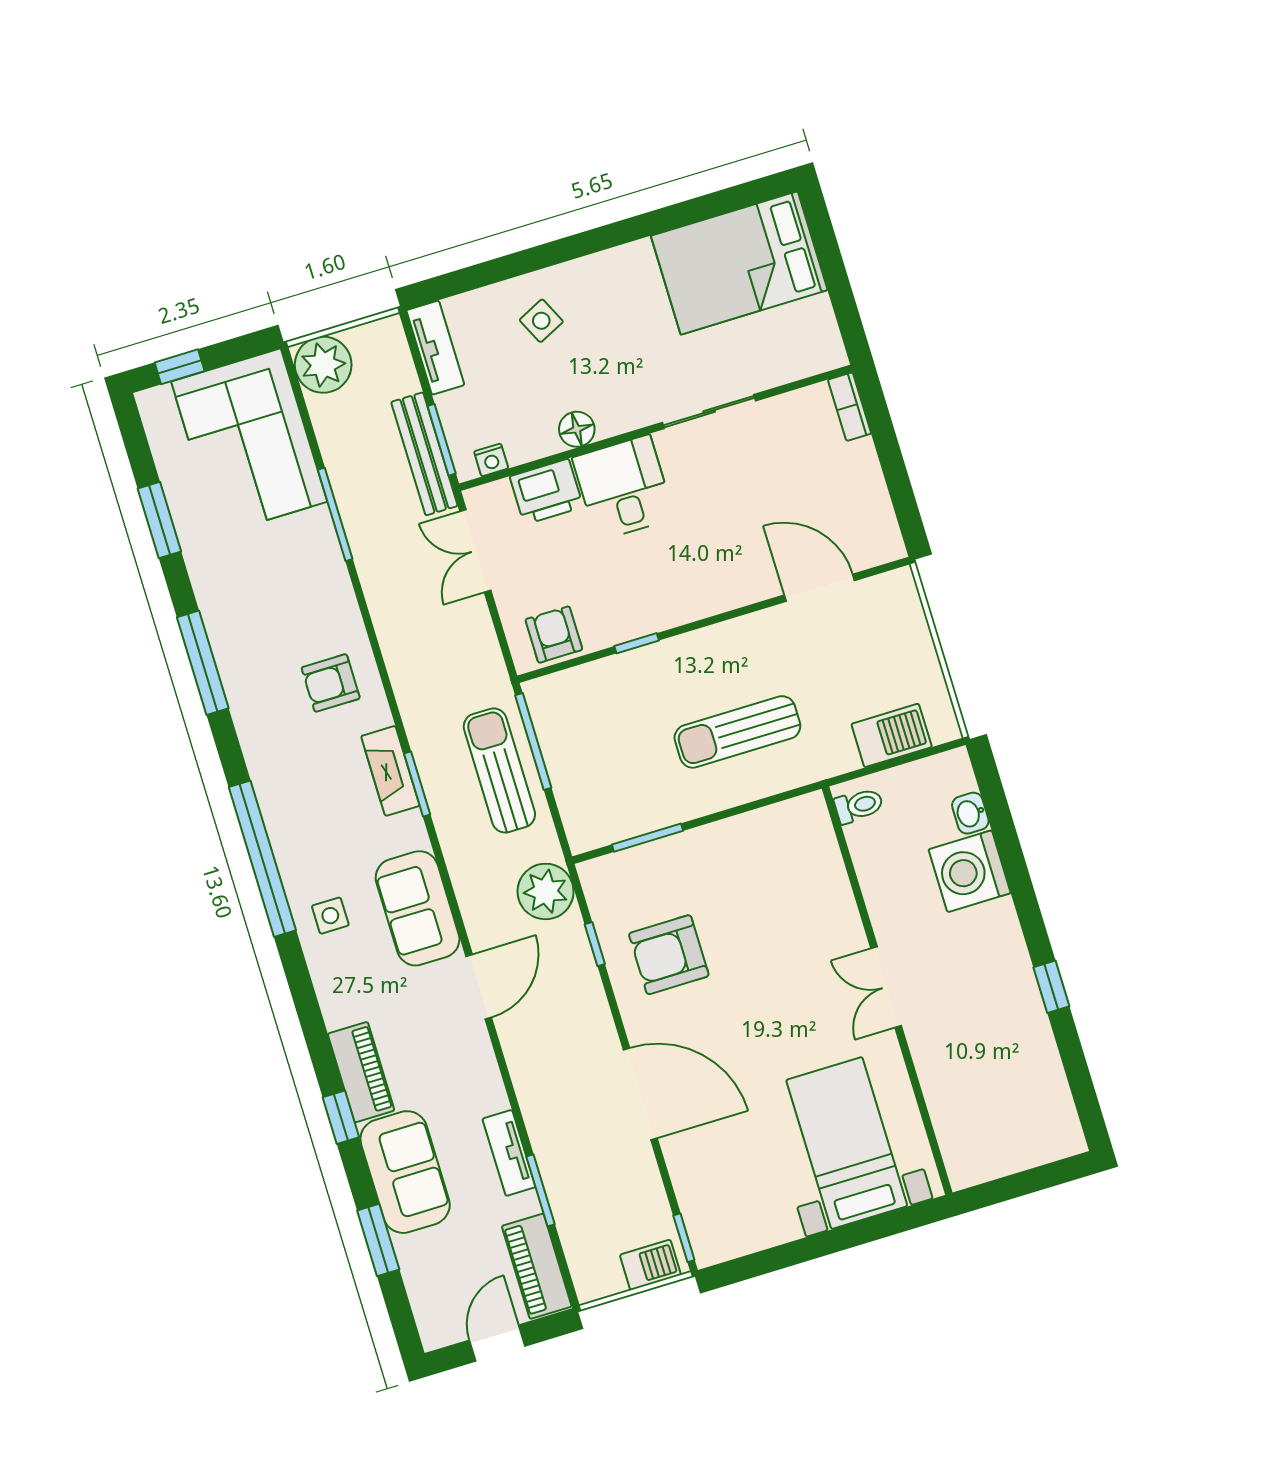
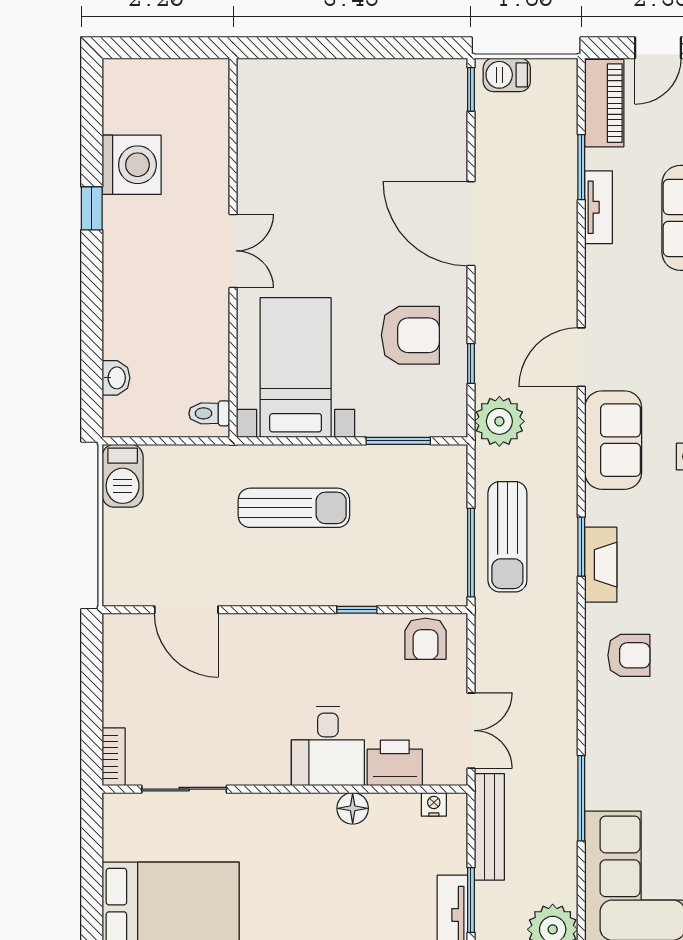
side table: (541, 321) -> (355, 910), removed
sliding door: (709, 412) -> (184, 789), moved
window: (442, 440) -> (471, 900), moved
barbecue: (892, 735) -> (123, 476), moved, turned -90
washing machine: (970, 871) -> (132, 165), moved
bed with nightstands: (847, 1143) -> (296, 367), moved, turned 180

